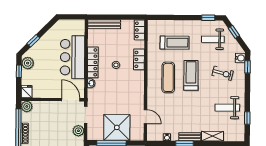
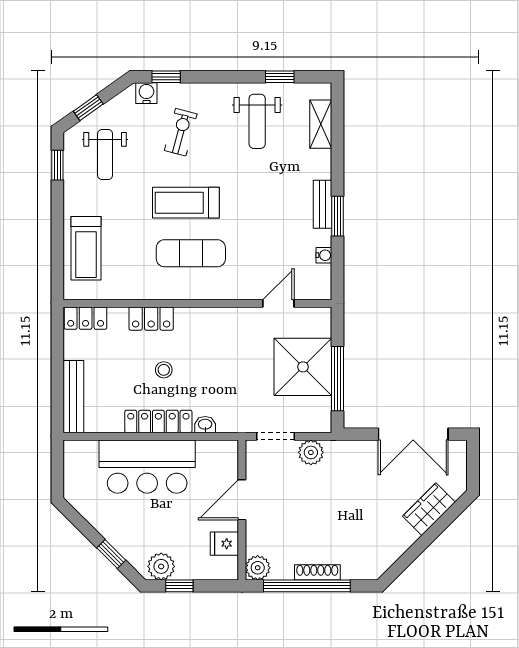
treadmill: (175, 43) -> (86, 248), moved, turned 180
fridge: (27, 92) -> (224, 544), moved
door: (71, 100) -> (242, 500), moved
shelving: (212, 136) -> (321, 124), moved

